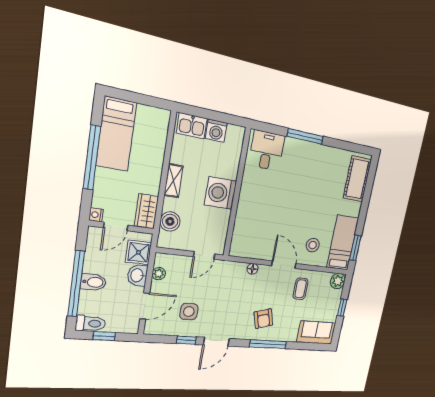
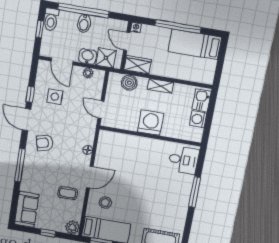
armchair: (263, 319) -> (45, 143), moved

